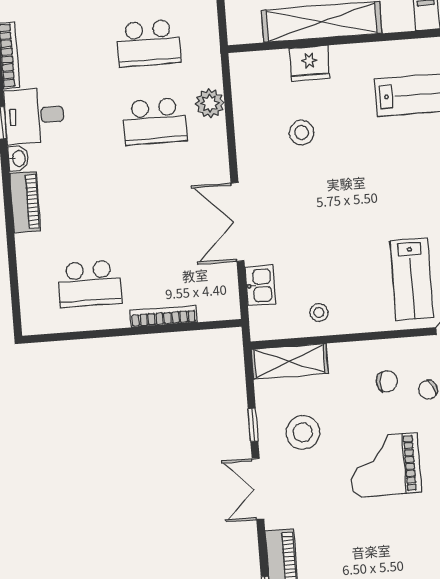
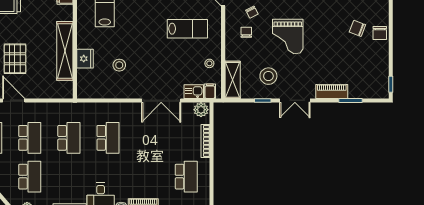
plant: (210, 103) -> (201, 110), moved
lab bench: (412, 279) -> (187, 29), moved
filing cabinet: (264, 318) -> (210, 91), added

